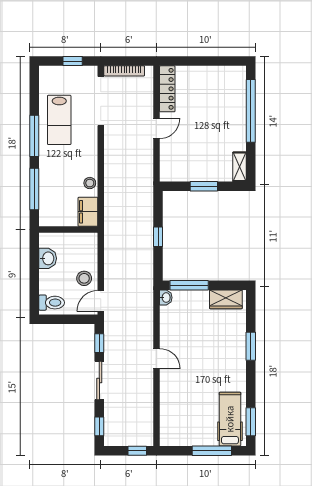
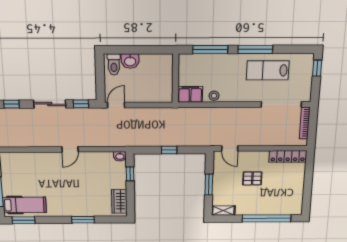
window: (73, 61) -> (317, 68), moved
door: (156, 128) -> (230, 149), moved
pallet: (196, 132) -> (252, 178), added
washbasin: (48, 258) -> (130, 61), moved
stool: (84, 278) -> (135, 91), removed
window: (189, 285) -> (130, 174), width x0.46
door: (101, 301) -> (116, 105), hinge flipped

